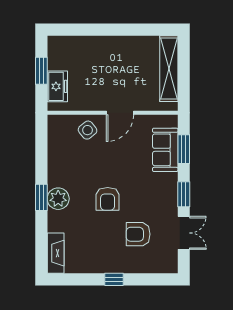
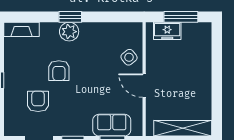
window: (41, 71) -> (181, 17), width x1.44
armchair: (108, 199) -> (59, 71), moved, turned -90

